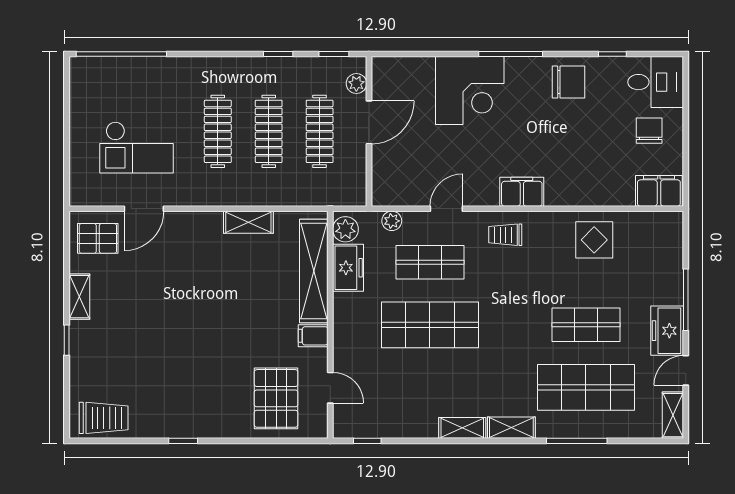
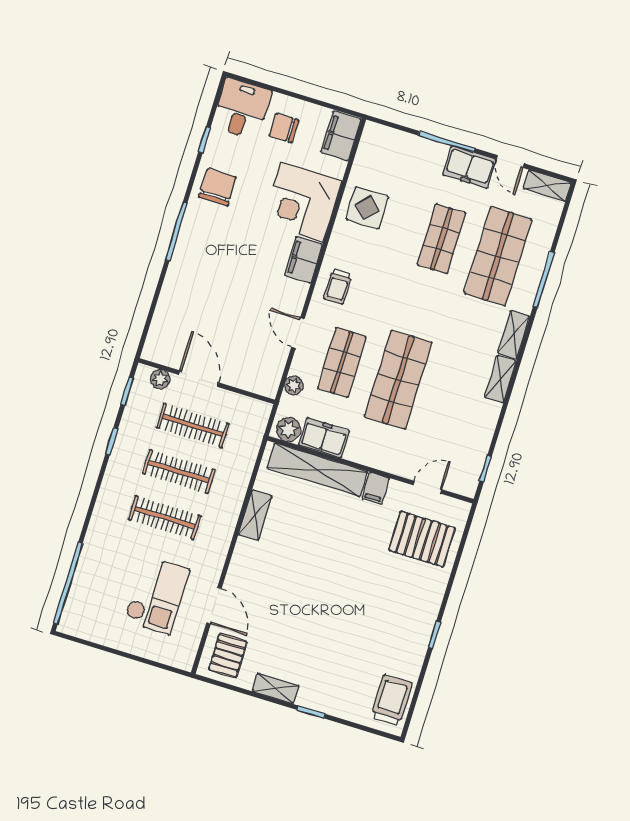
corner desk: (470, 90) -> (302, 202), moved, turned 180

